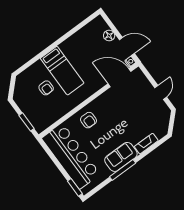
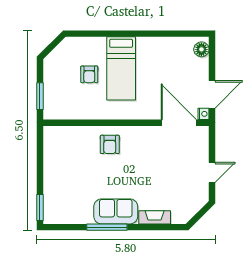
floor lamp: (109, 36) -> (201, 49), moved
door: (127, 46) -> (212, 94), hinge flipped
bar counter: (71, 156) -> (61, 170), removed

